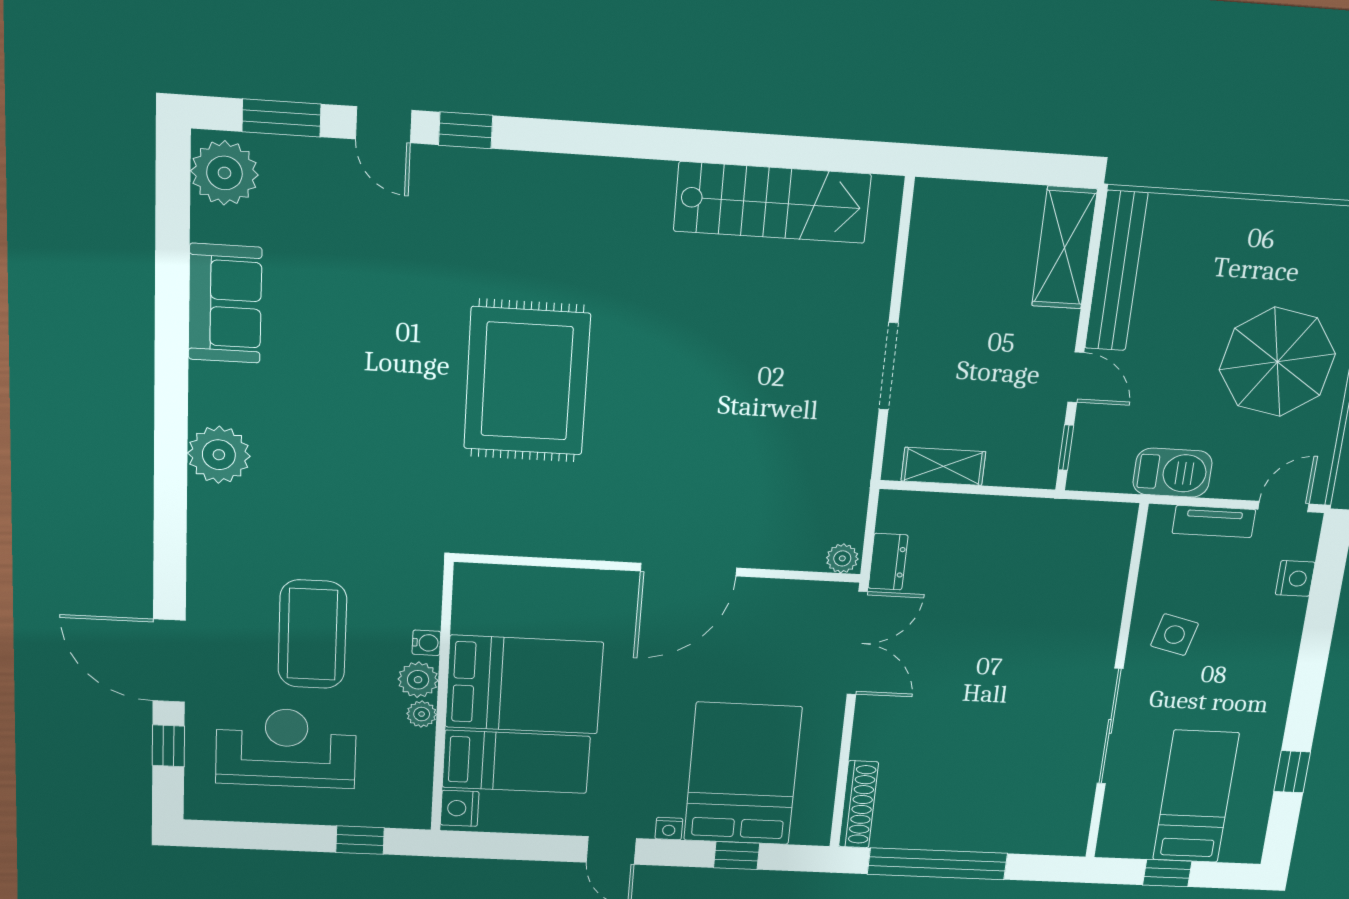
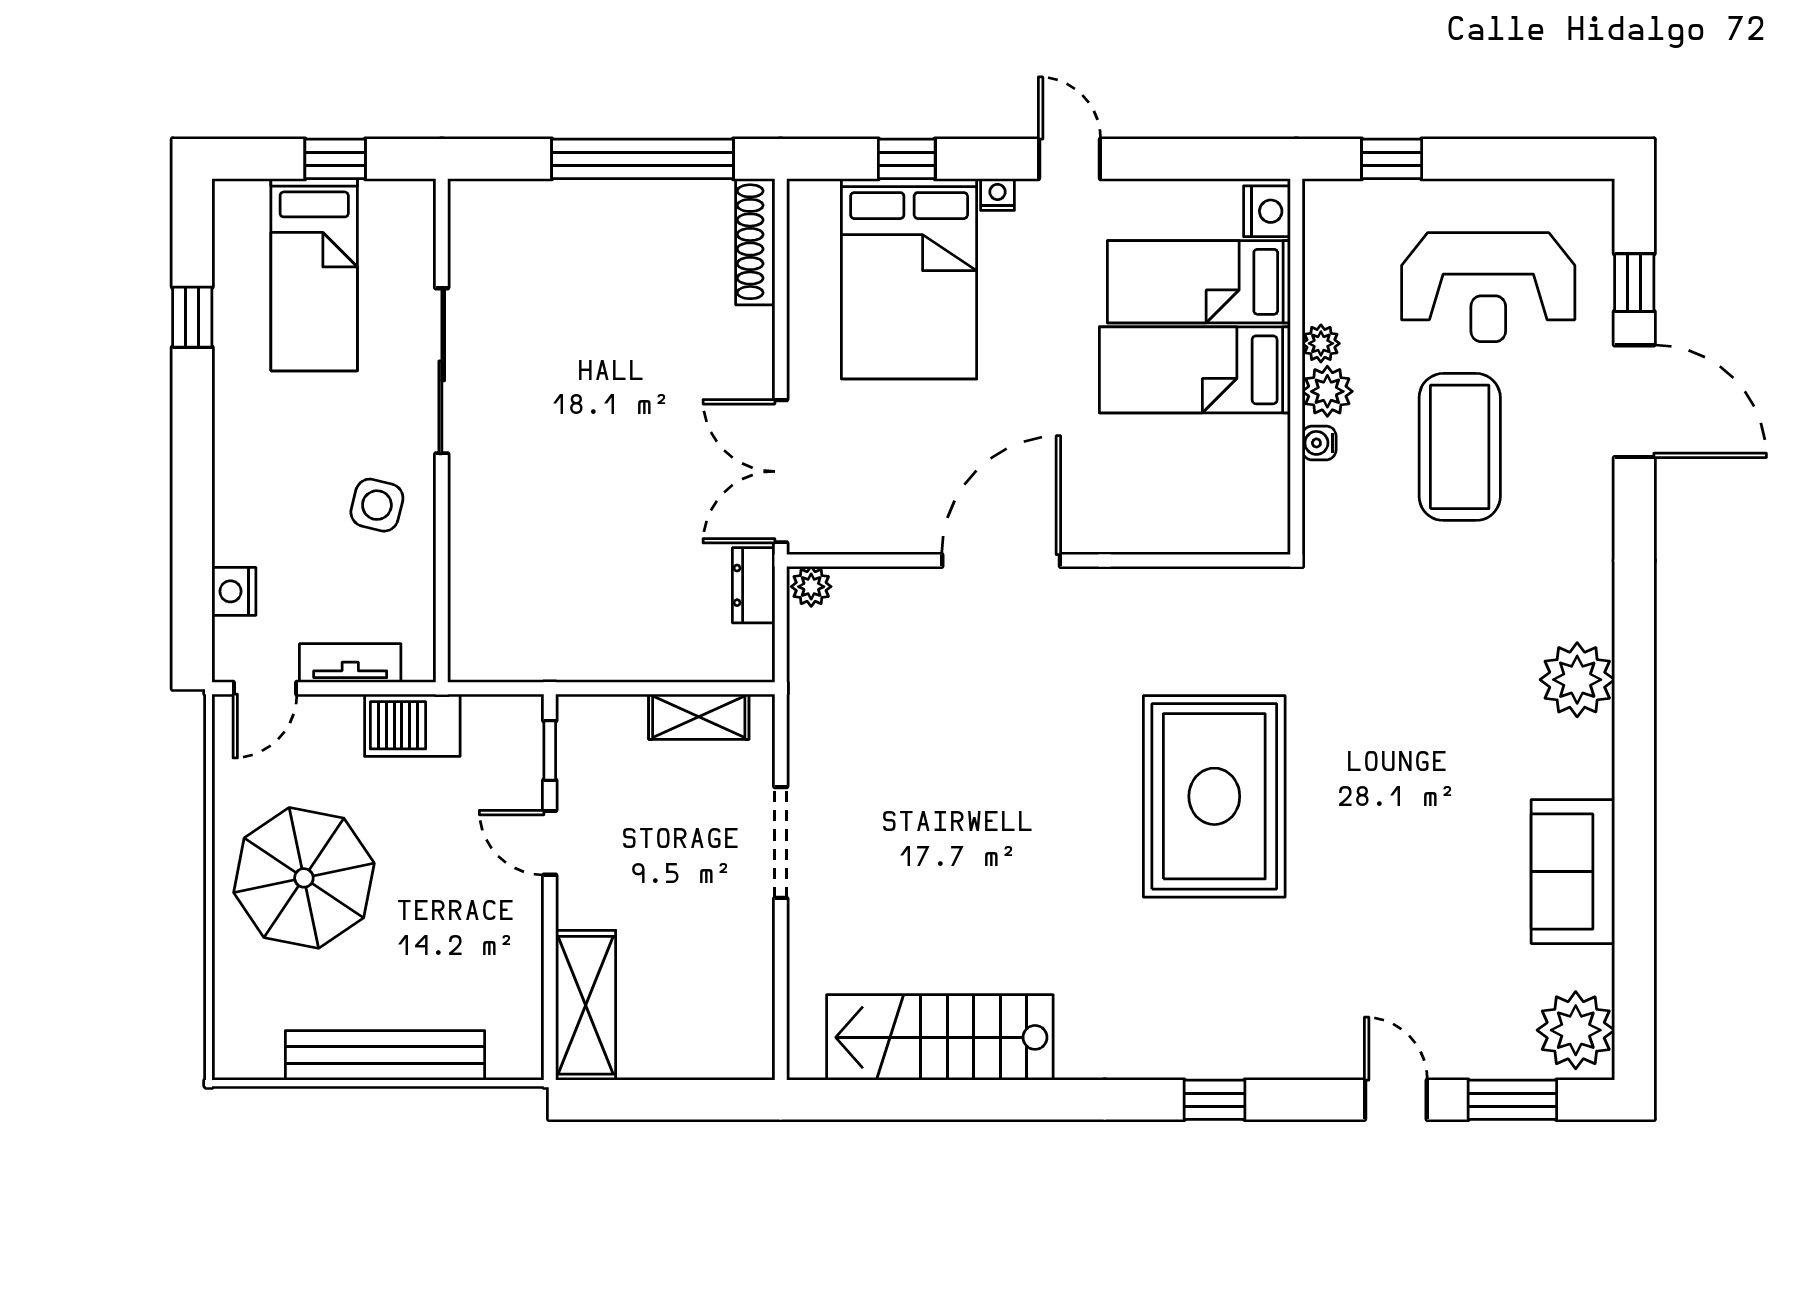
window: (466, 130) -> (1215, 1100), moved
bench: (1116, 271) -> (385, 1055), moved, turned 90
bed: (524, 685) -> (1195, 370), width x0.67

